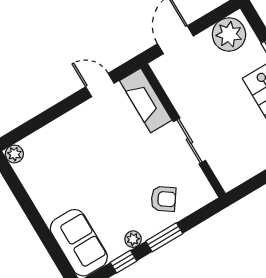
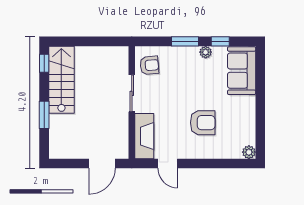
plant: (229, 34) -> (66, 146), removed
armchair: (88, 156) -> (203, 123), added
armchair: (163, 199) -> (149, 65), moved, turned 140

